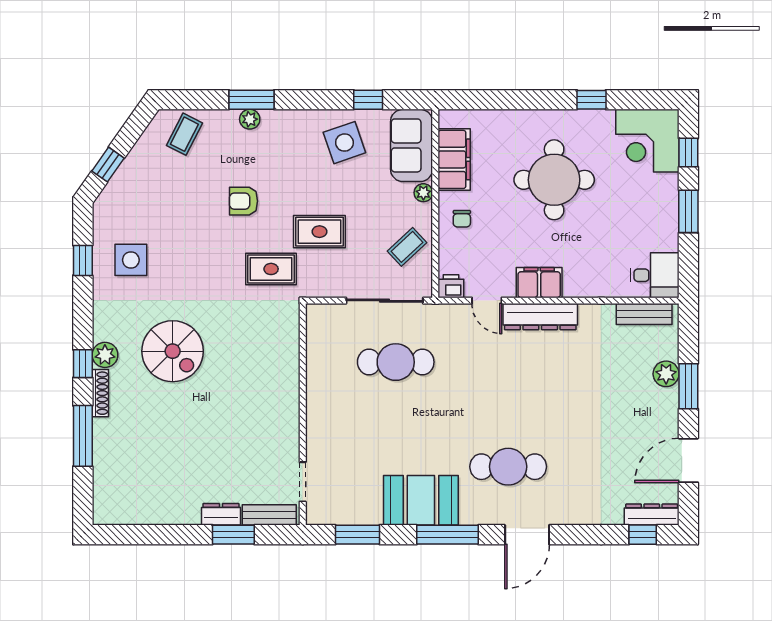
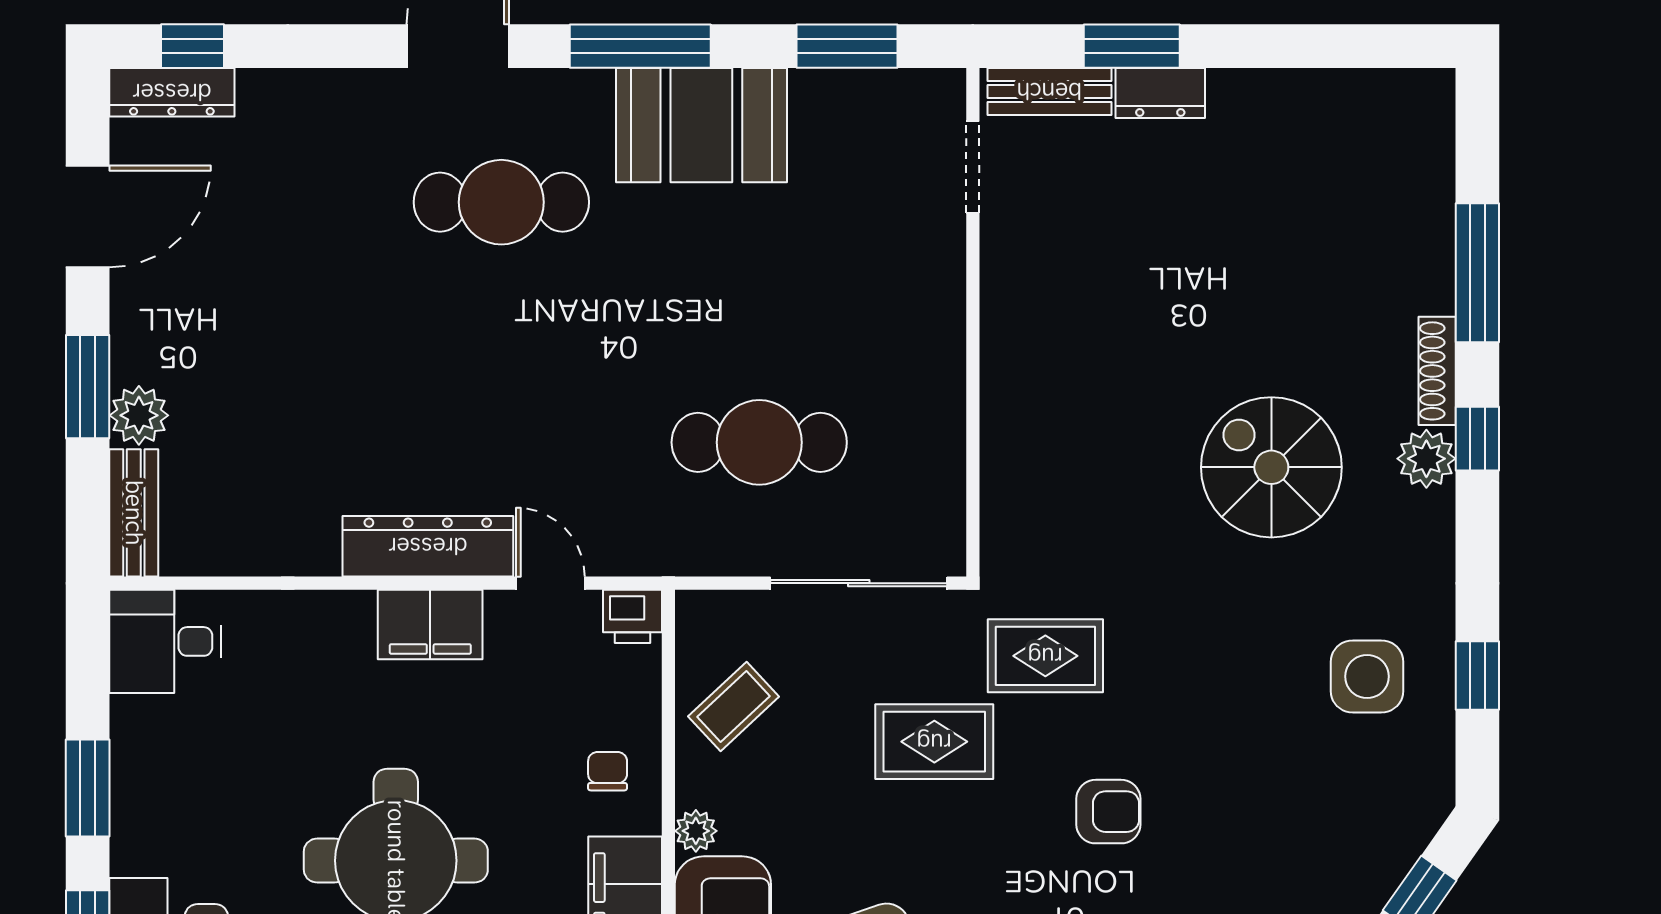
sliding door: (385, 301) -> (859, 583), moved
bench: (644, 314) -> (134, 513), moved, turned 90

